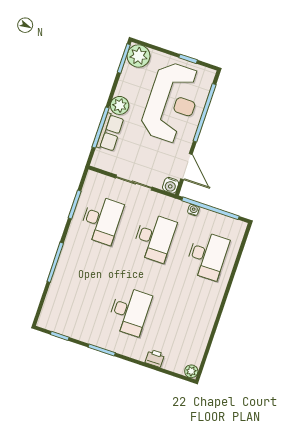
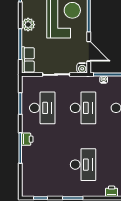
row of seats: (110, 132) -> (28, 60), moved
printer: (68, 254) -> (27, 139), added

